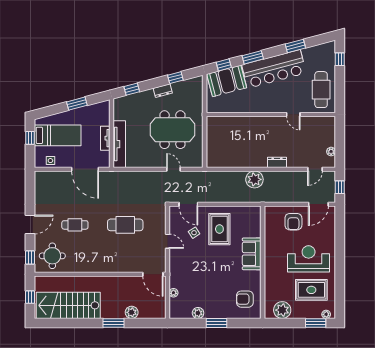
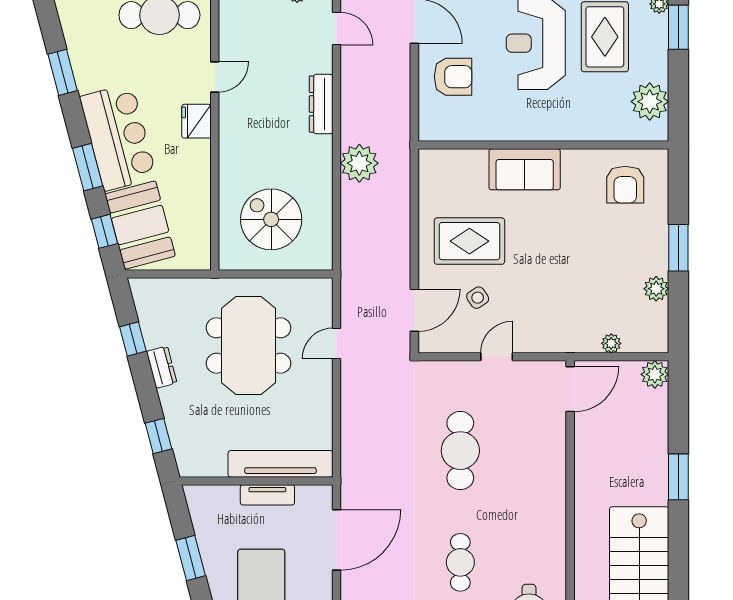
bar counter: (274, 69) -> (118, 137), width x0.73
fridge: (273, 106) -> (196, 121), added
spiral stairs: (229, 140) -> (271, 219), added
dresser: (277, 162) -> (321, 104), width x1.44
plant: (132, 312) -> (655, 374), moved

